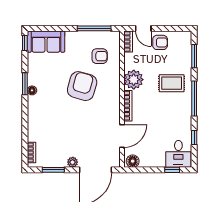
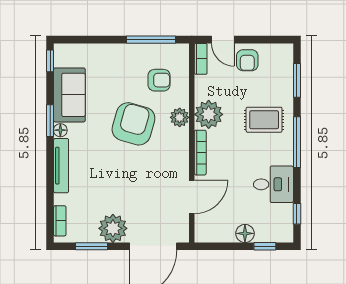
sofa: (46, 42) -> (69, 95), moved, turned -90
armchair: (160, 42) -> (247, 60), turned 90
plant: (114, 82) -> (180, 117), added
tv unit: (32, 115) -> (61, 166), added
window: (194, 138) -> (297, 214), moved
desk: (178, 154) -> (273, 184), moved, turned -90
floor lamp: (133, 161) -> (245, 233), moved
plant: (73, 162) -> (113, 228), width x1.88, depth x1.88

